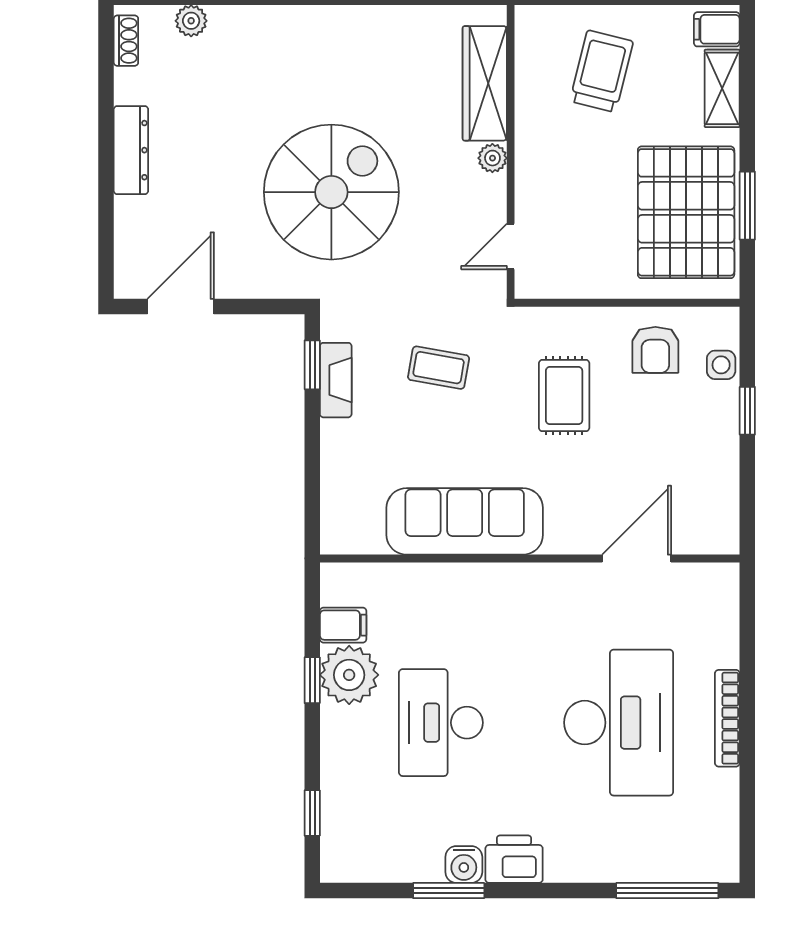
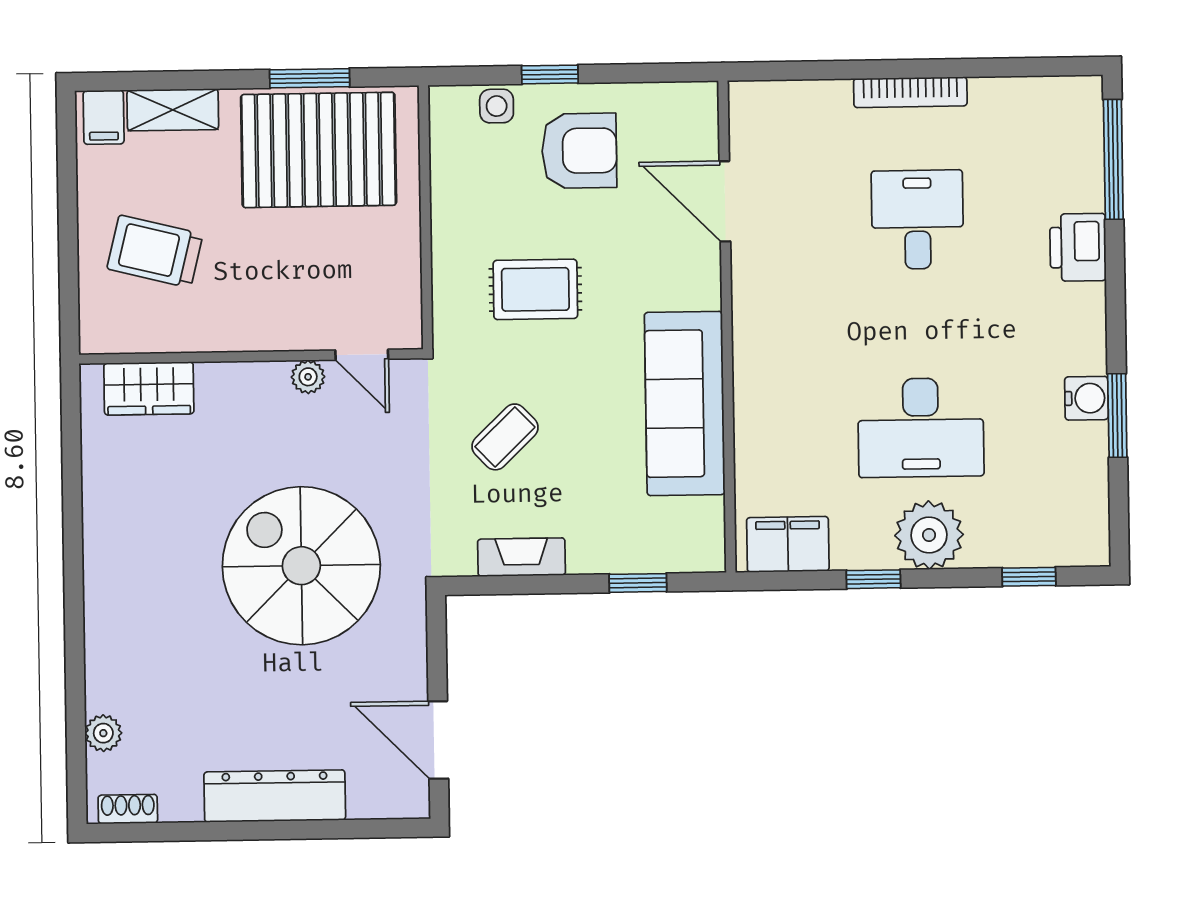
wardrobe: (485, 83) -> (149, 388), width x0.67
dresser: (131, 150) -> (275, 796), width x1.37, depth x1.24
plant: (492, 158) -> (308, 377), moved
armchair: (655, 350) -> (579, 151), moved, width x1.38, depth x1.38
window: (312, 365) -> (638, 583), moved
coffee table: (439, 368) -> (505, 437), turned 36
filing cabinet: (343, 625) -> (788, 544), width x2.00
plant: (349, 675) -> (929, 535), moved
desk: (619, 723) -> (917, 220), width x0.53, depth x0.77
printer: (514, 859) -> (1078, 247), moved

